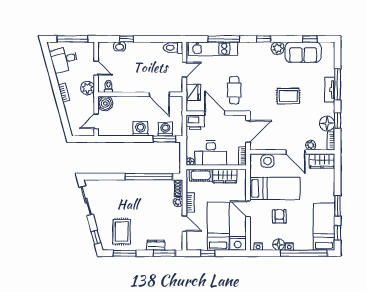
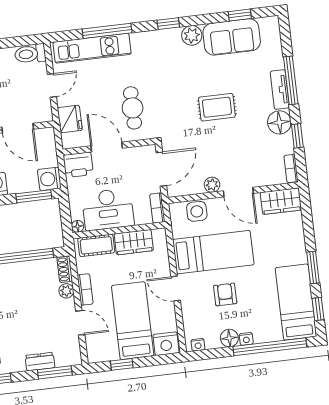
floor lamp: (327, 123) -> (279, 122), moved
washing machine: (165, 129) -> (49, 179), moved, turned -90
plant: (311, 145) -> (212, 185), moved

